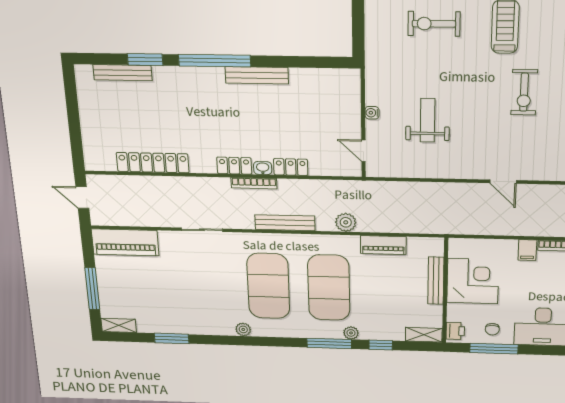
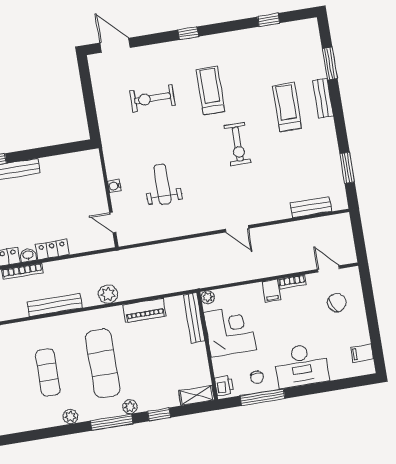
plant: (455, 244) -> (208, 297), added
bench: (436, 281) -> (194, 318), moved
exercise mat: (268, 286) -> (48, 372), width x0.50, depth x0.69
exercise mat: (329, 288) -> (103, 363), width x0.68
plant: (243, 329) -> (70, 417), moved

